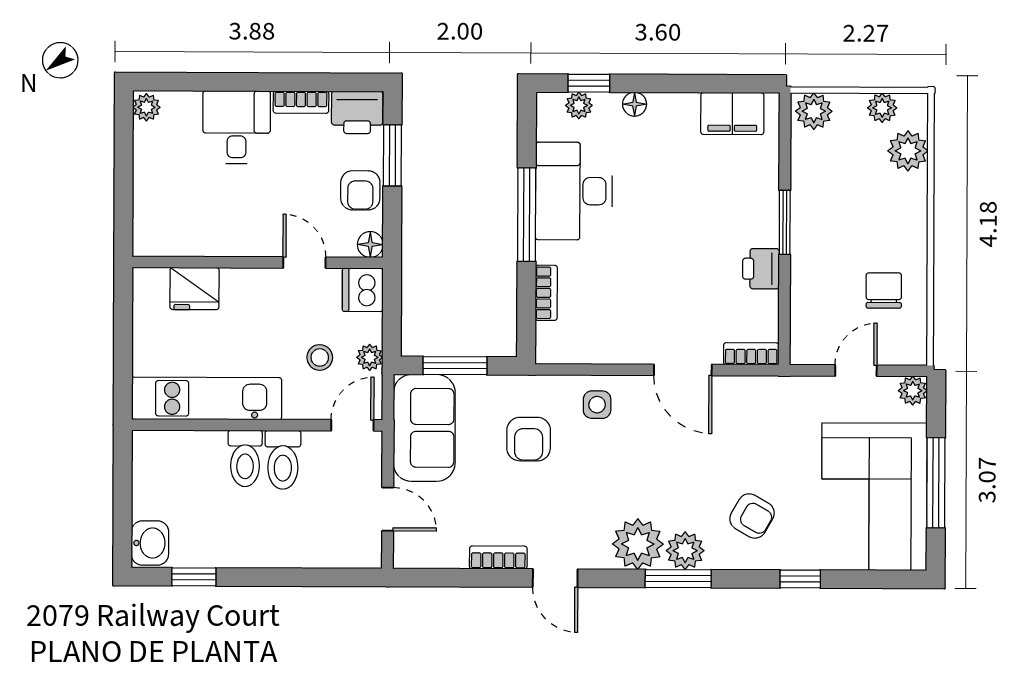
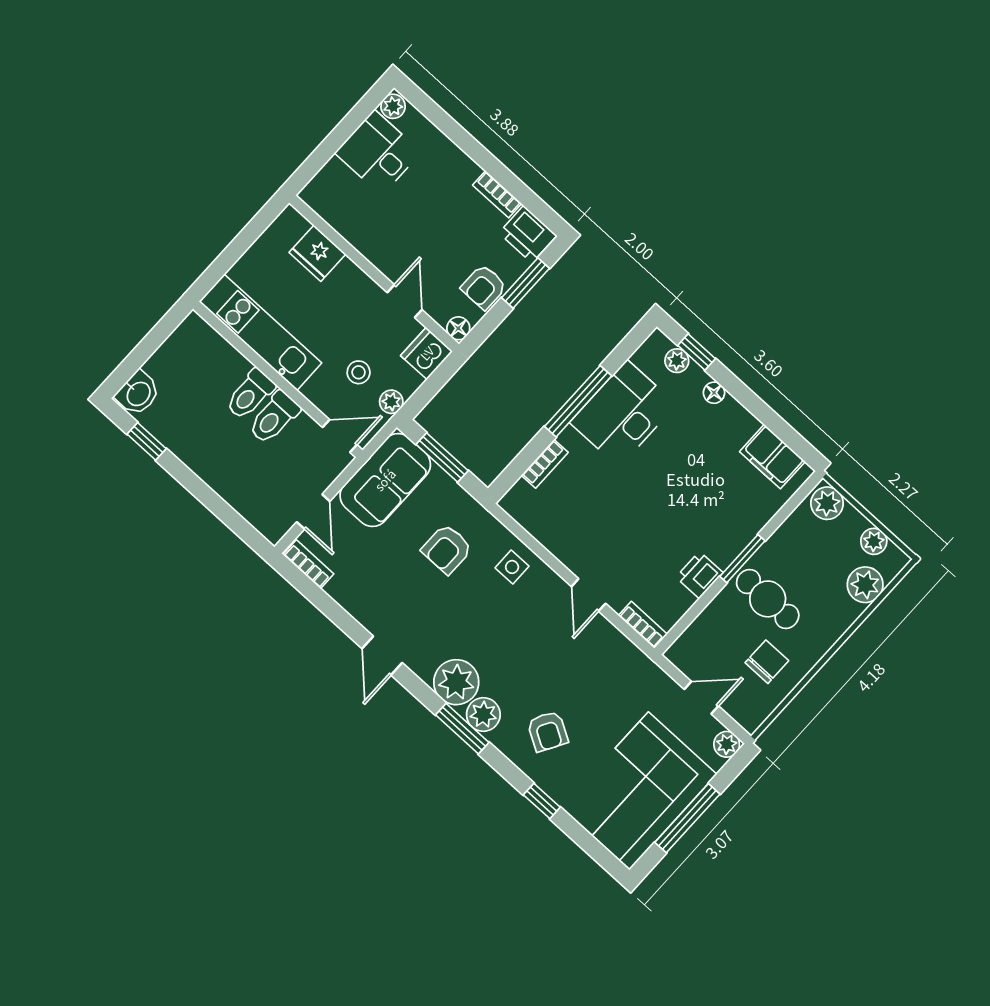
desk: (237, 127) -> (378, 153), moved, turned -90
cafe table: (837, 237) -> (768, 599), added
door: (683, 370) -> (589, 595), width x0.73
bookcase: (498, 558) -> (308, 564), moved

